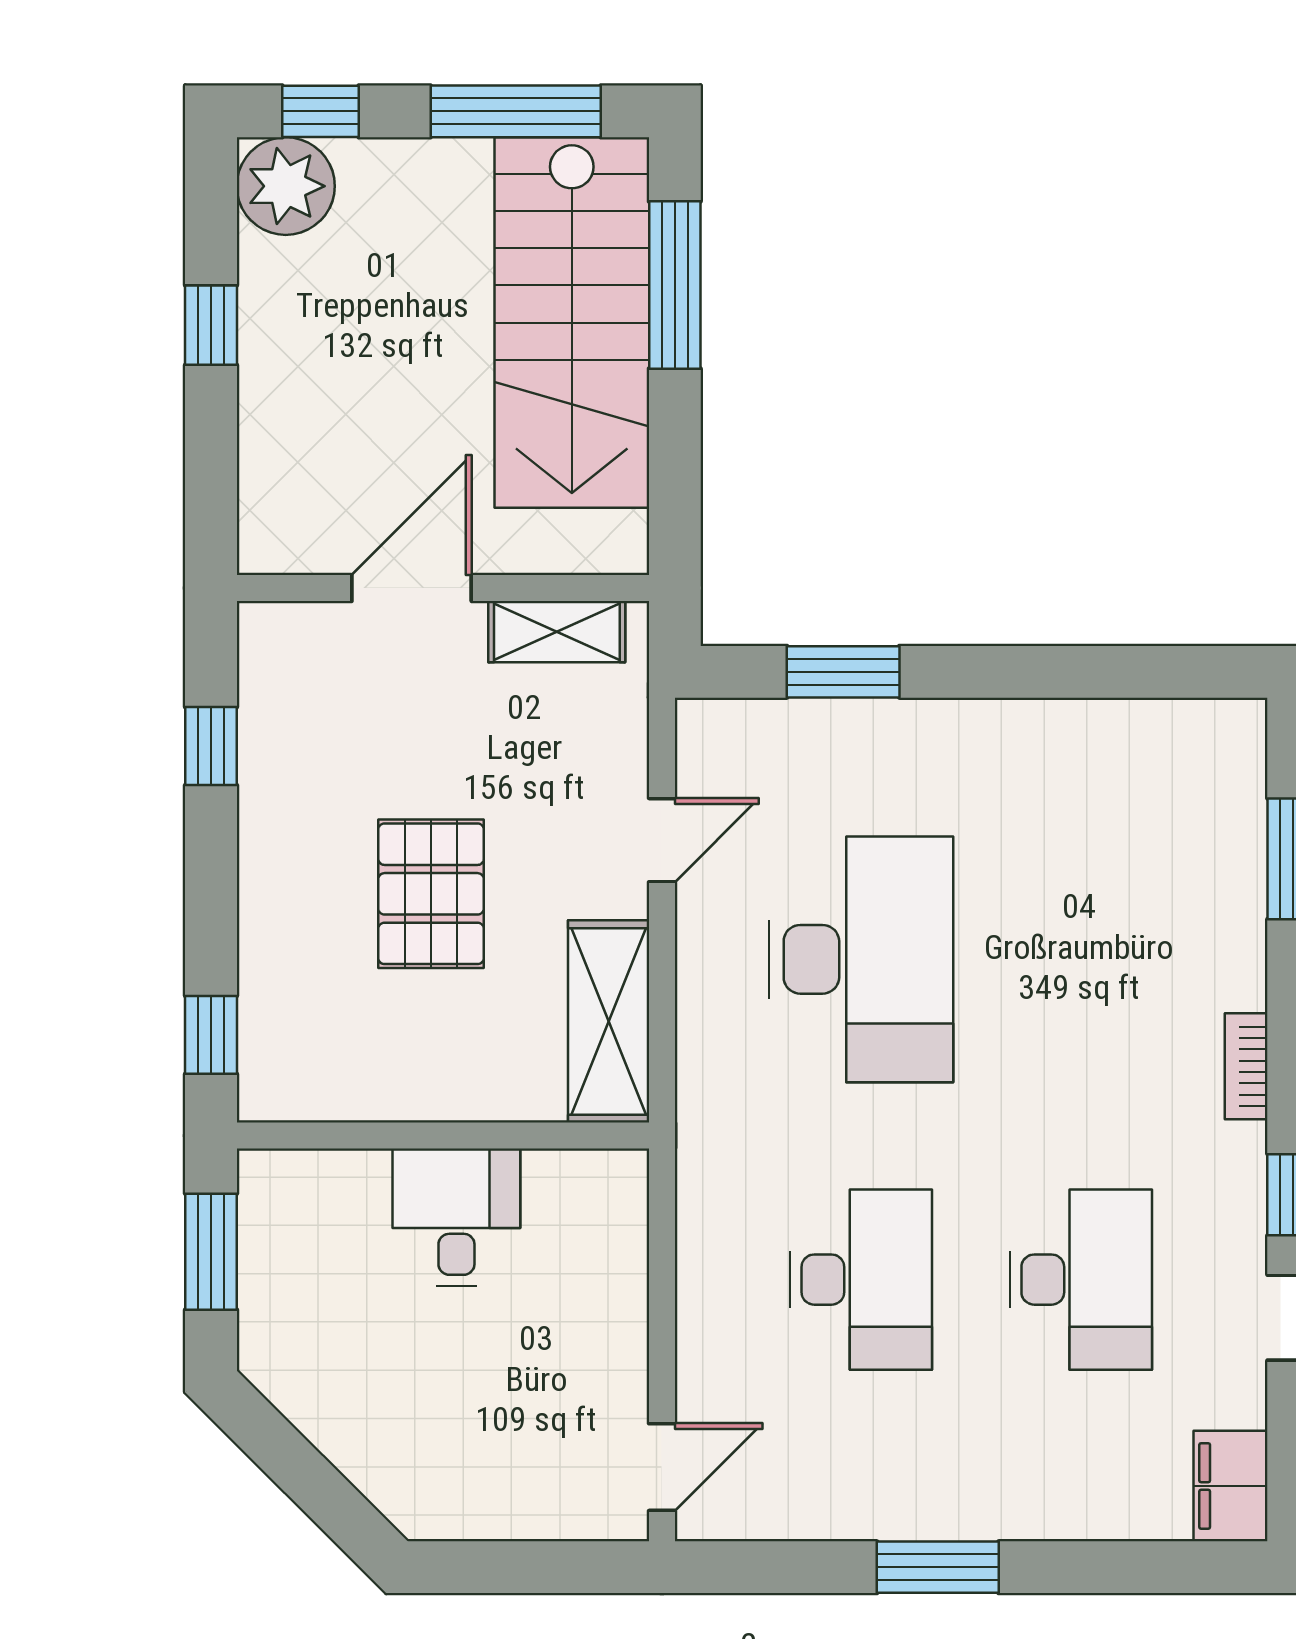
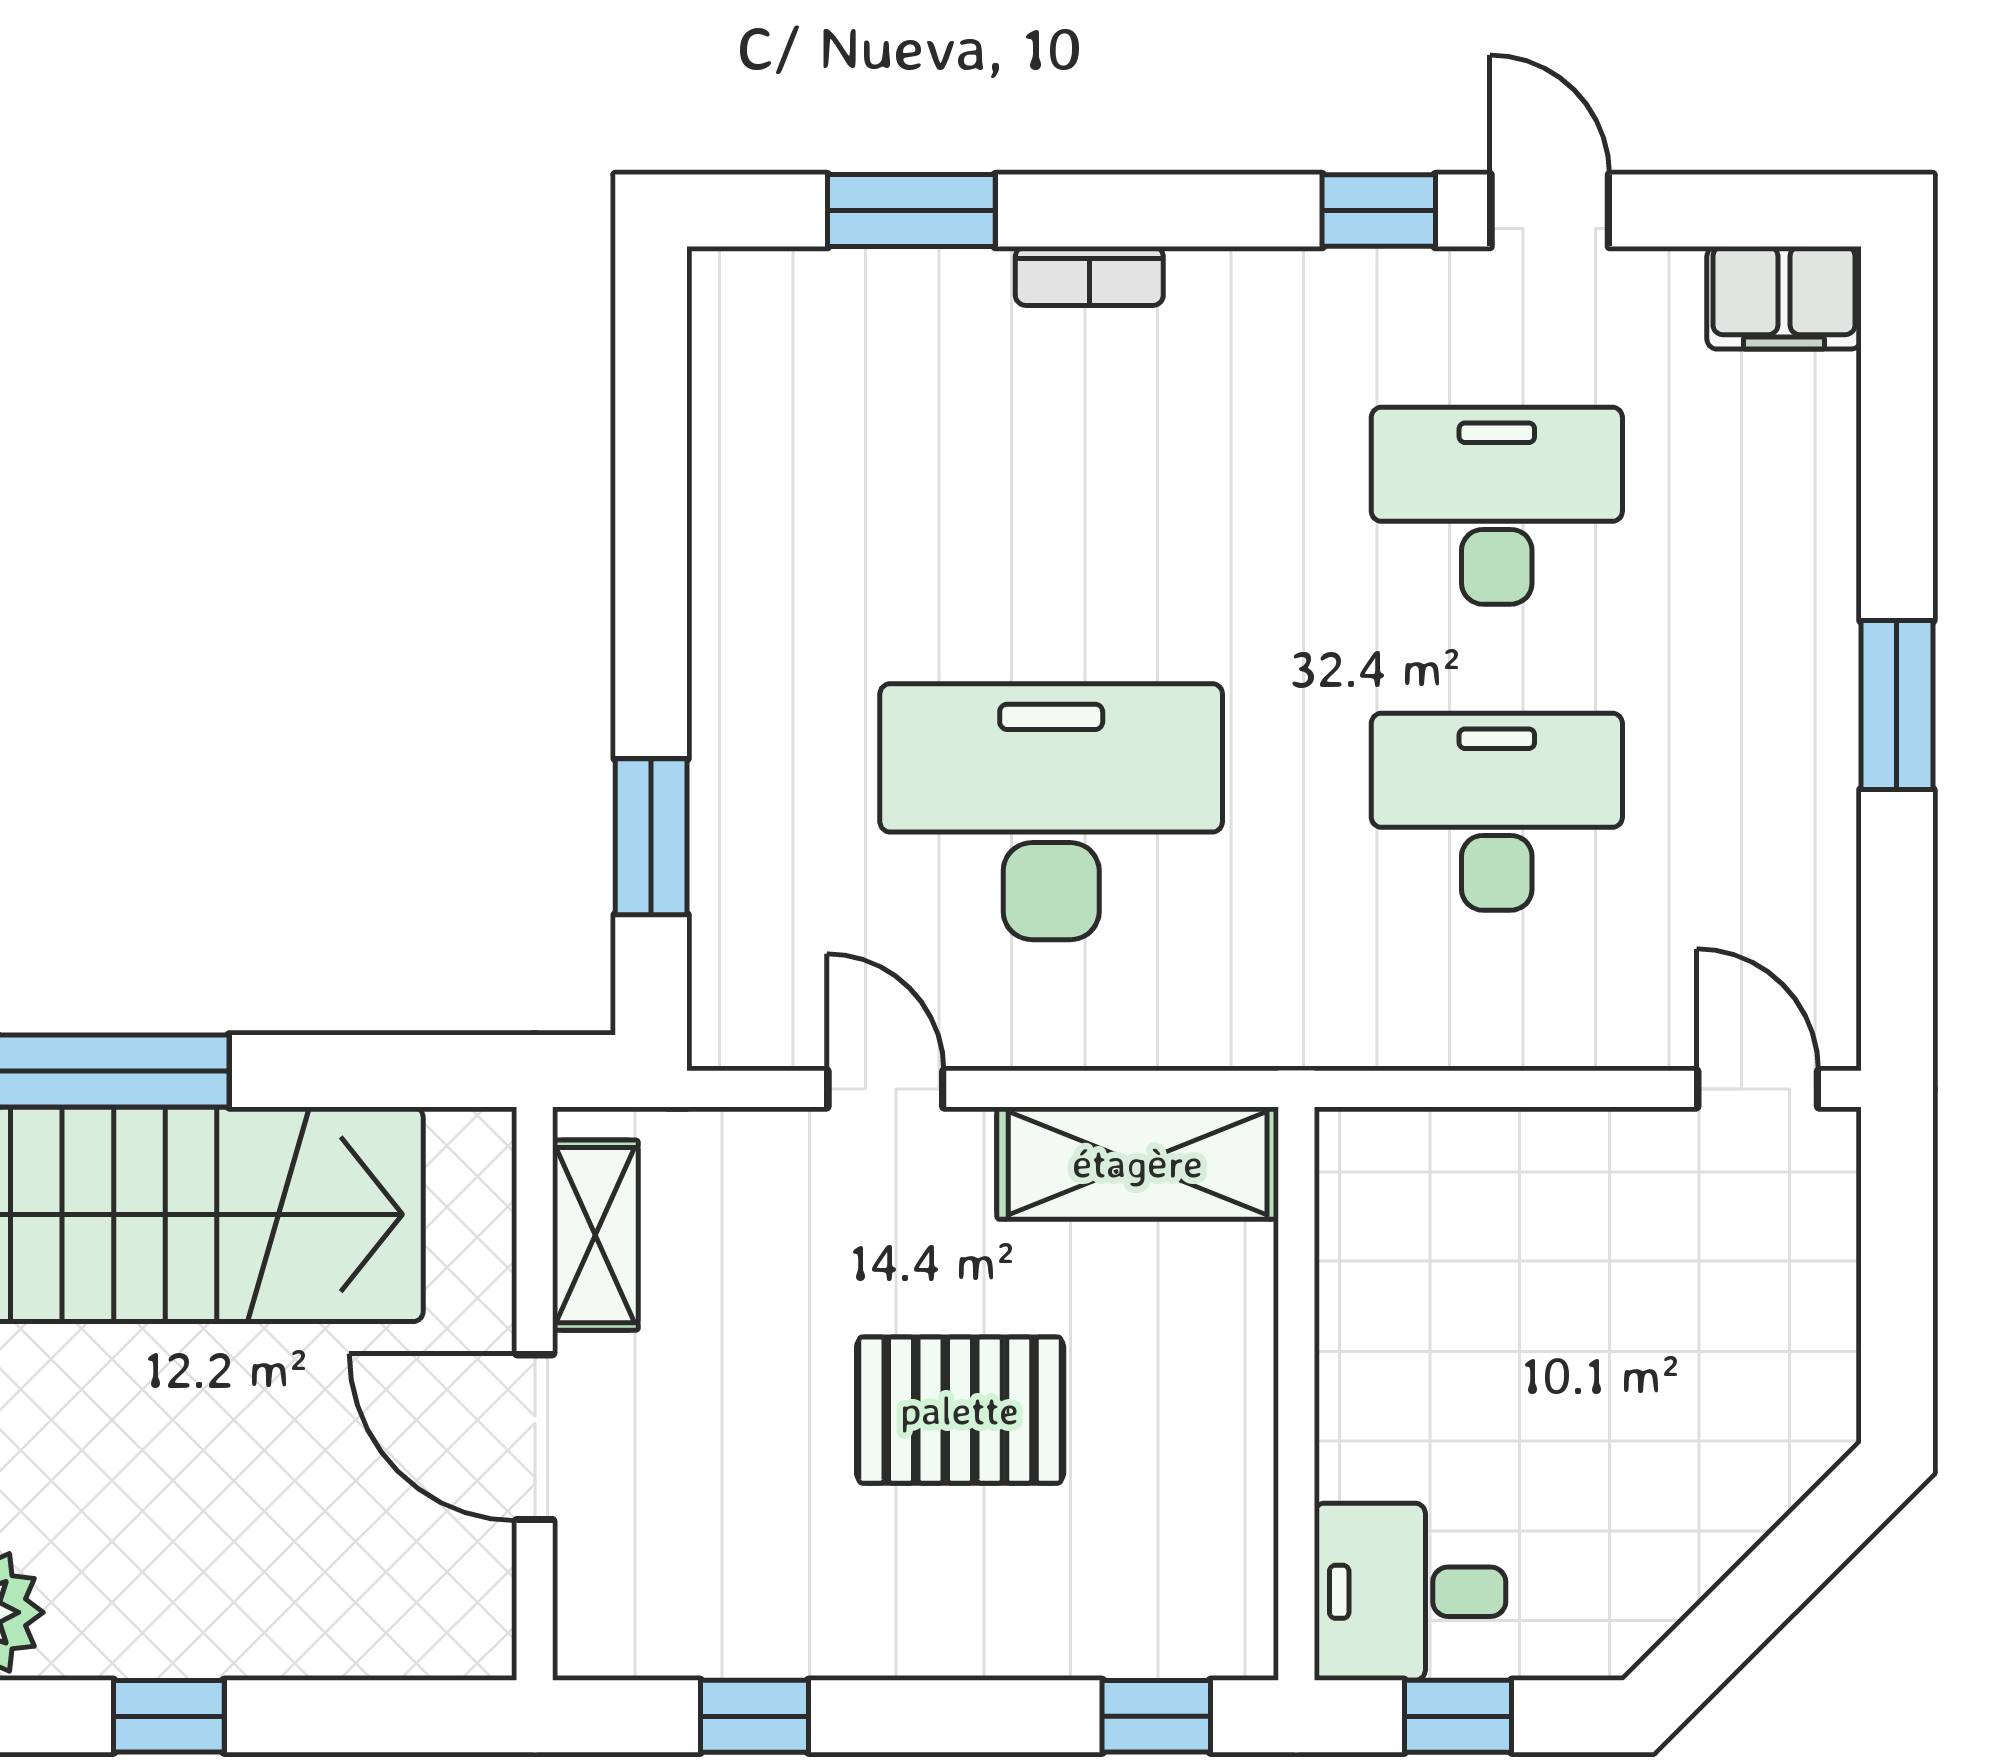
bookcase: (1246, 1066) -> (1089, 276), moved
desk: (456, 1217) -> (1410, 1592), moved
window: (211, 1252) -> (1458, 1716), width x0.67

